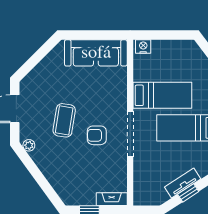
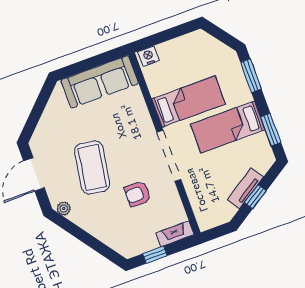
coffee table: (64, 120) -> (92, 167), width x1.36, depth x1.32
armchair: (97, 135) -> (138, 194), moved

